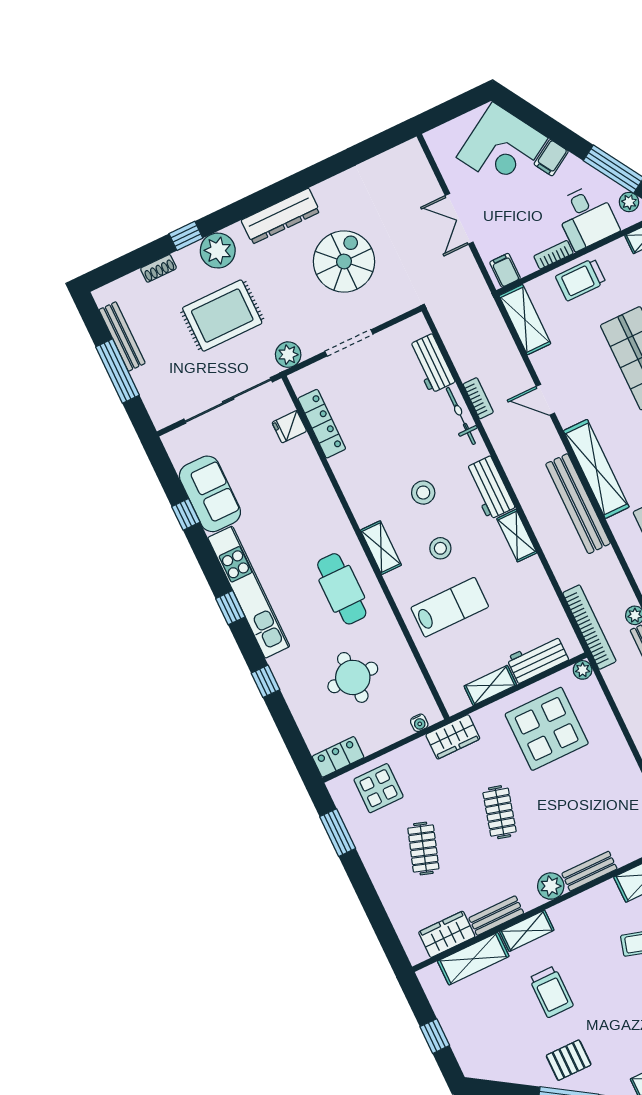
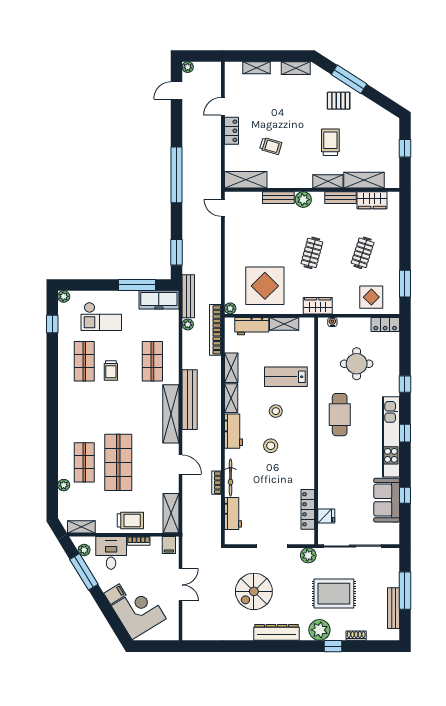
shelving: (381, 548) -> (231, 368), moved

